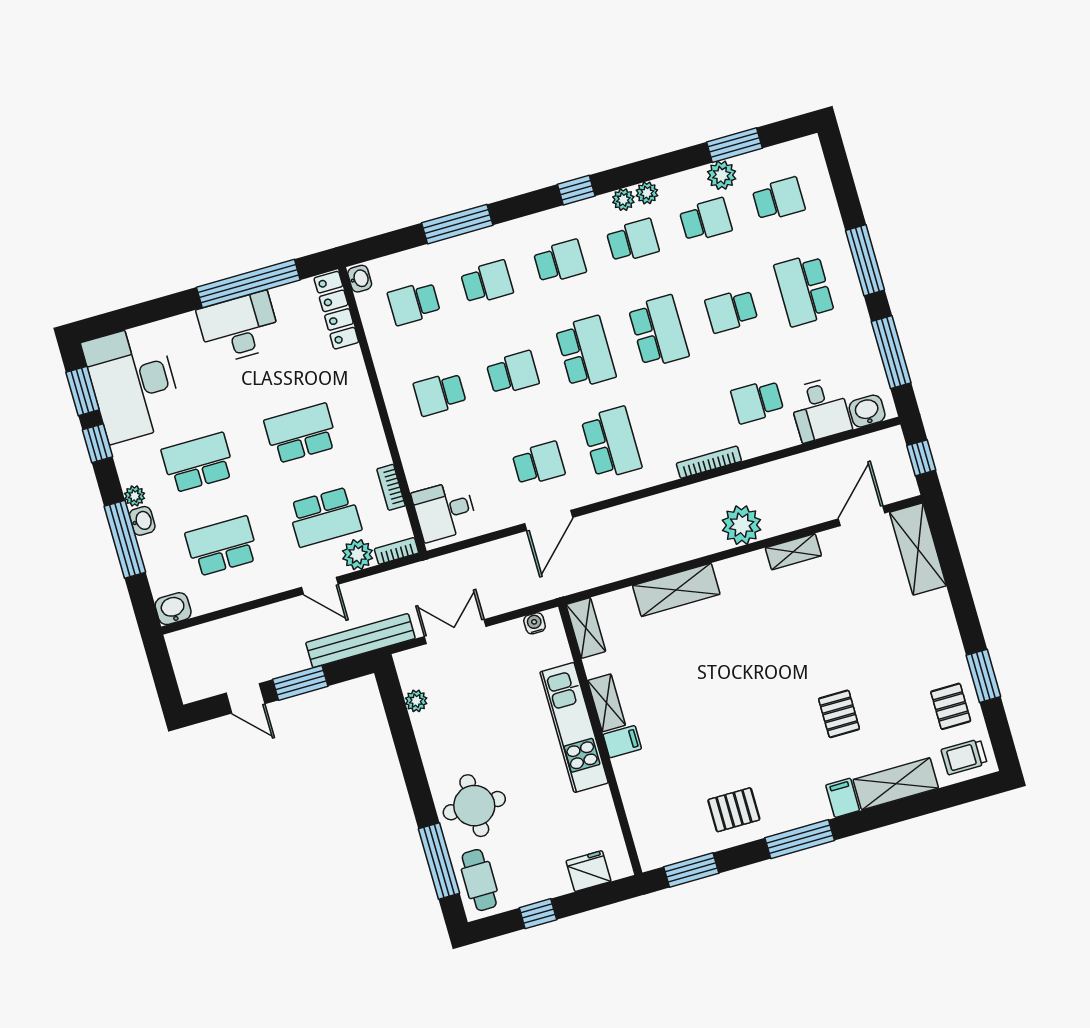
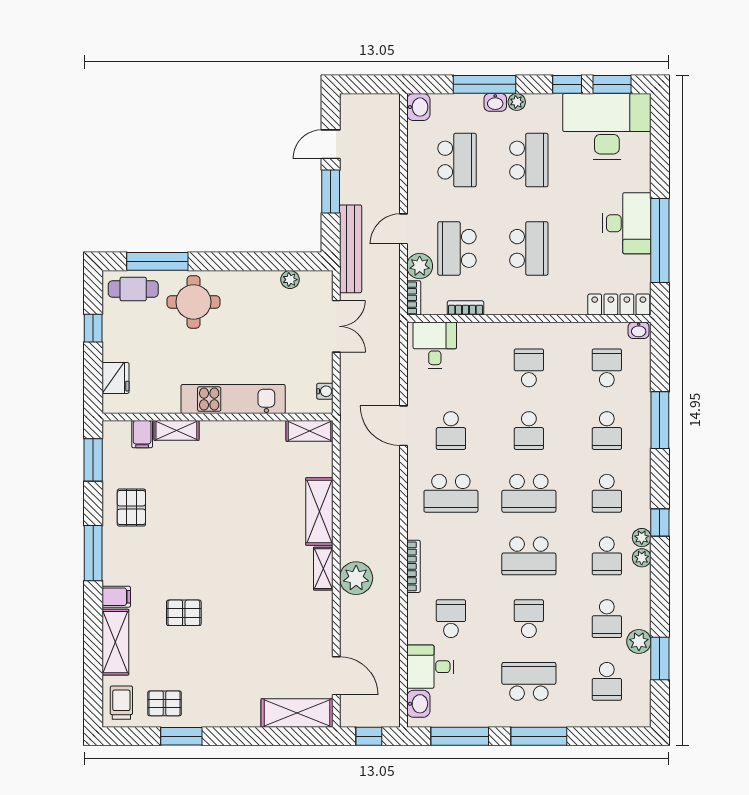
plant: (647, 193) -> (642, 538), moved
shelving: (793, 552) -> (323, 569), moved
shelving: (607, 703) -> (176, 430), moved
filing cabinet: (622, 742) -> (142, 434), moved

